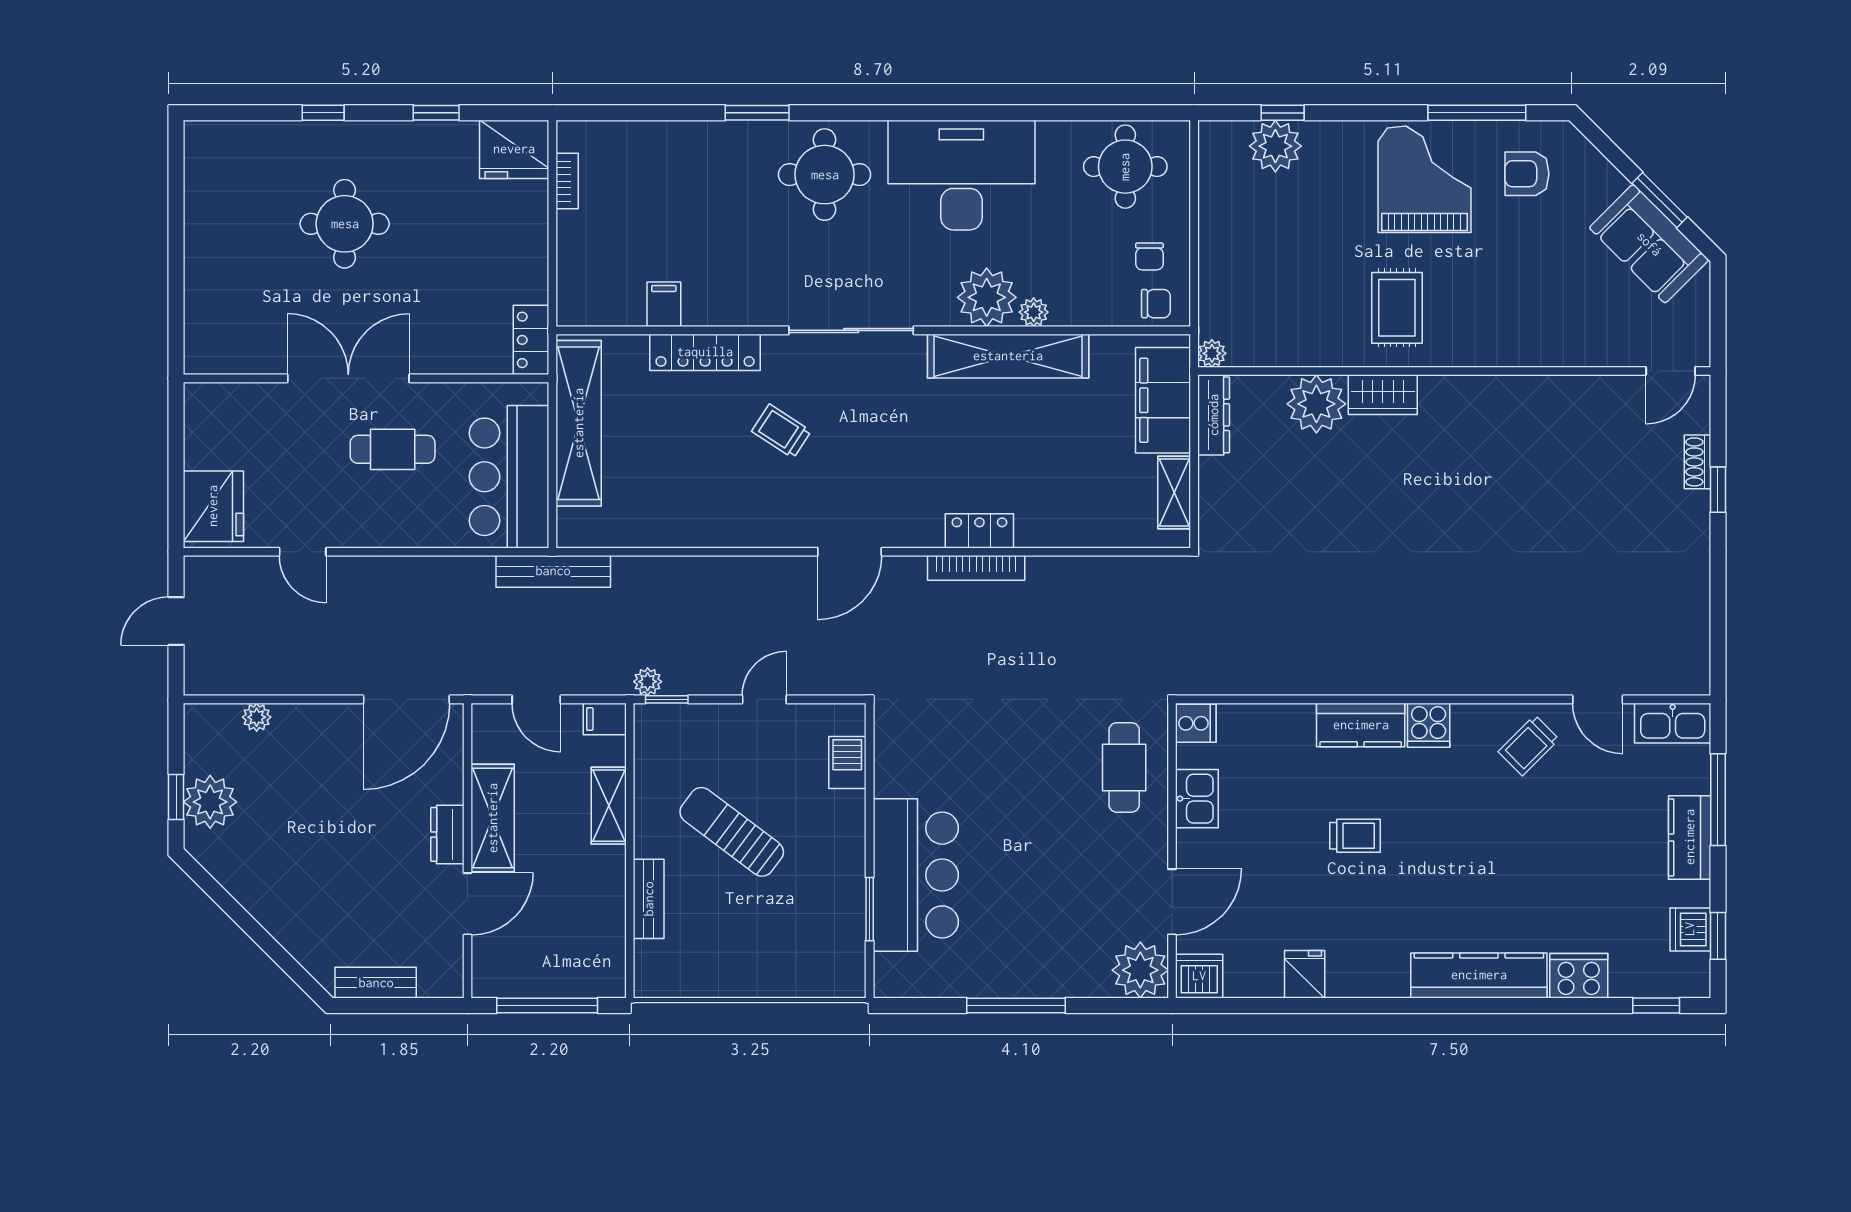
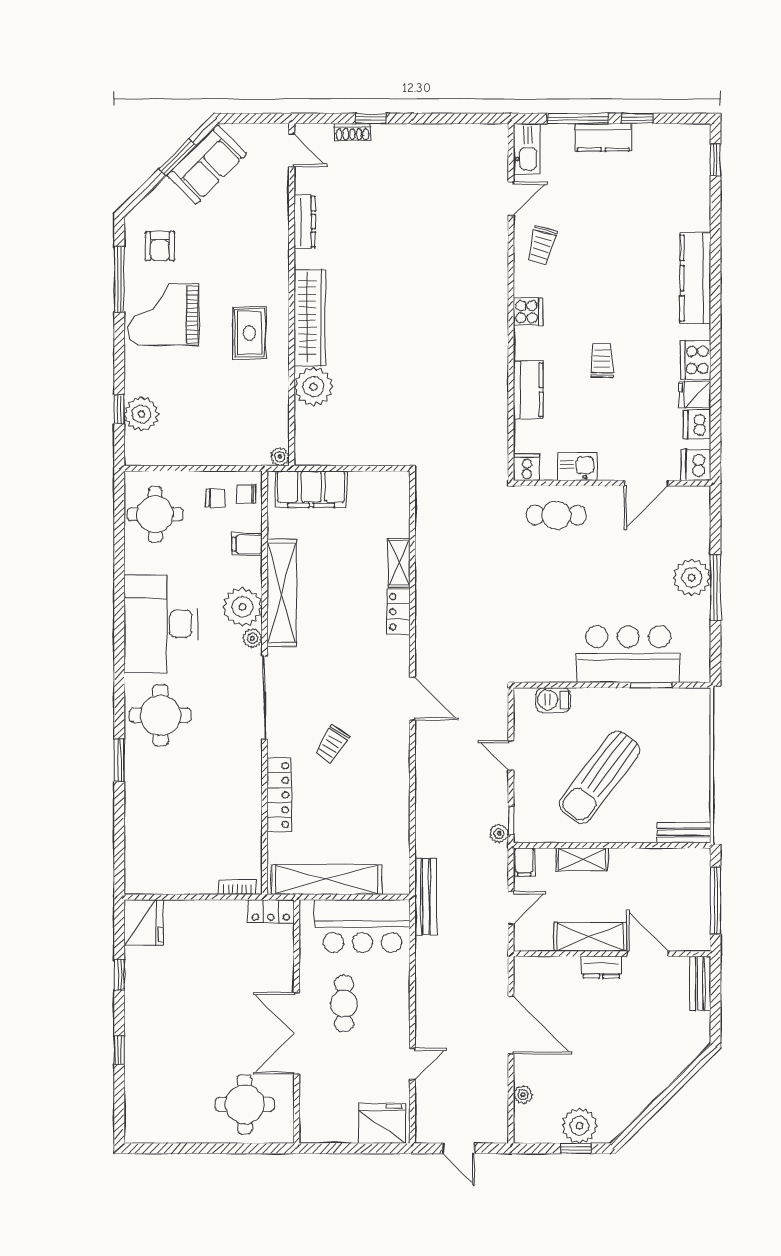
bookcase: (567, 181) -> (237, 887), moved
round table: (345, 224) -> (245, 1104), moved
filing cabinet: (664, 304) -> (247, 544), moved
chair: (1156, 304) -> (247, 494), turned -90
rug: (1397, 308) -> (249, 333), turned 90
plant: (1034, 312) -> (252, 638), moved
wardrobe: (1383, 395) -> (310, 317), width x2.10, depth x1.17
dresser: (1214, 415) -> (305, 222), moved, turned 90
shelving: (1174, 492) -> (399, 563), moved, turned 90
bookcase: (976, 568) -> (423, 614), removed
door: (406, 699) -> (511, 1025), moved
kitchen counter: (1361, 725) -> (528, 390), moved
trolley: (1529, 745) -> (542, 245), turned 60
sun lounger: (732, 832) -> (600, 777), width x1.36, depth x1.34
bench: (649, 899) -> (684, 833), moved
door: (1172, 902) -> (646, 483), swing flipped
dishwasher: (1690, 929) -> (697, 424), moved, turned 90
window: (1718, 936) -> (637, 118), moved
plant: (1140, 970) -> (692, 577), moved
cooker: (1579, 976) -> (696, 360), moved
bench: (376, 983) -> (700, 984), moved

